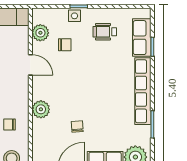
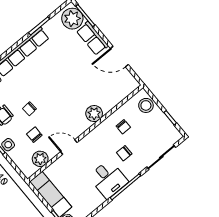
door: (30, 65) -> (69, 147), hinge flipped
chair: (77, 127) -> (29, 109), moved

